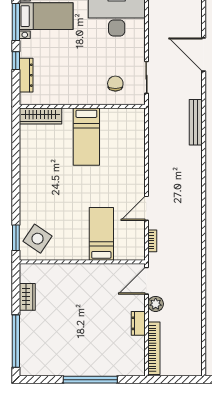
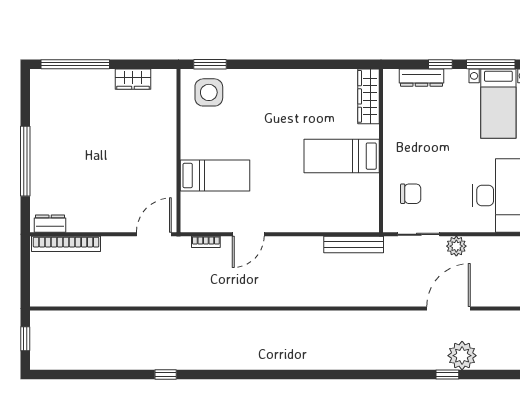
bench: (196, 122) -> (354, 244), moved
door: (146, 208) -> (248, 234), swing flipped
side table: (38, 239) -> (209, 92), turned -34
door: (146, 281) -> (154, 234), hinge flipped
plant: (156, 304) -> (456, 246), moved
dresser: (138, 323) -> (50, 224), moved

